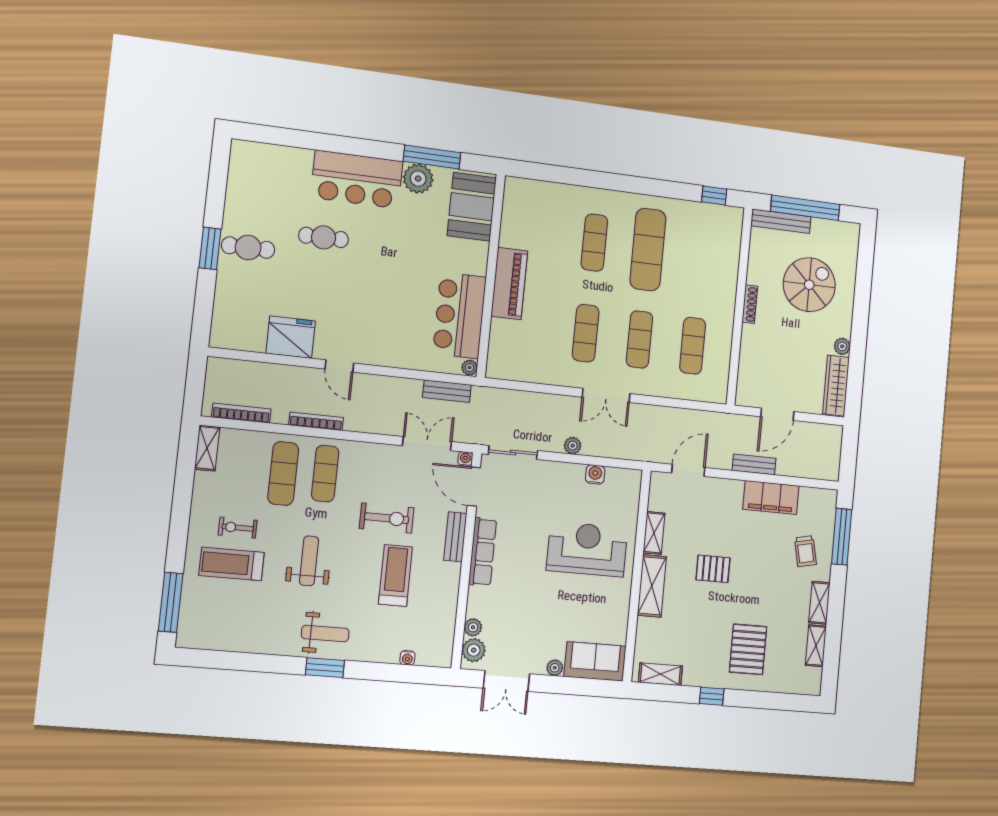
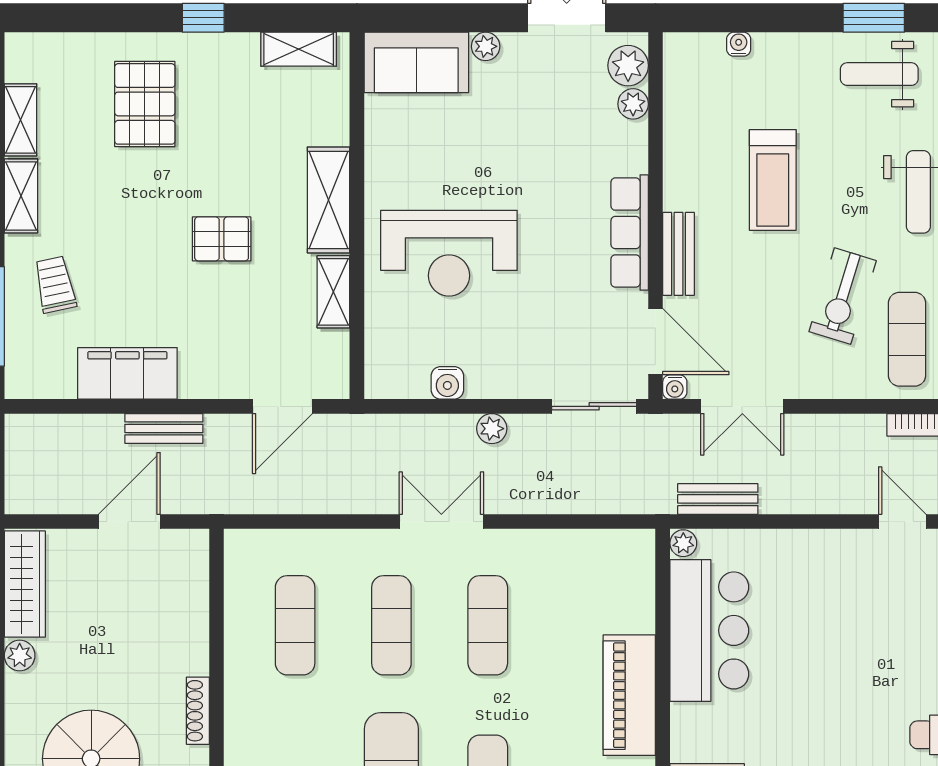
exercise bike: (387, 518) -> (843, 296), moved, turned -73

